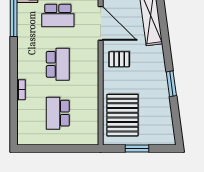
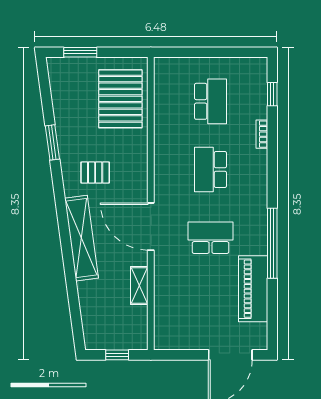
pallet: (119, 59) -> (95, 173), moved
window: (14, 118) -> (272, 94), added
window: (137, 148) -> (80, 52), moved

